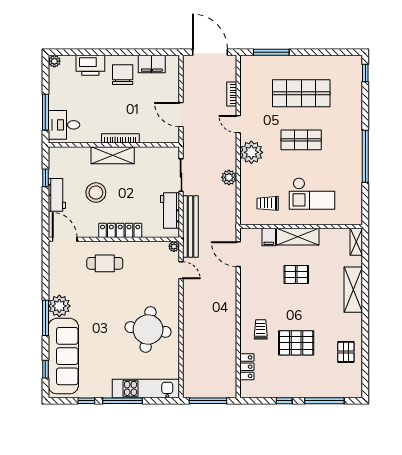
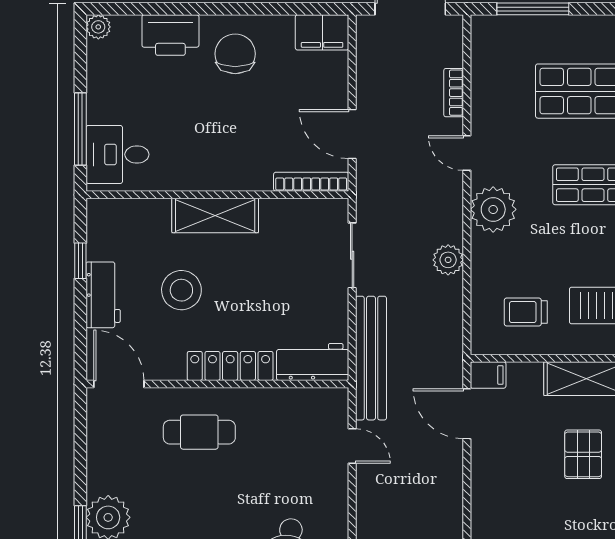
filing cabinet: (152, 64) -> (322, 32), moved
bookcase: (120, 138) -> (311, 182), moved
workbench: (170, 210) -> (313, 362), moved, turned 90
filing cabinet: (269, 237) -> (488, 375), moved, turned -90
plant: (174, 246) -> (338, 398), removed
pallet: (296, 274) -> (583, 454), turned 90

